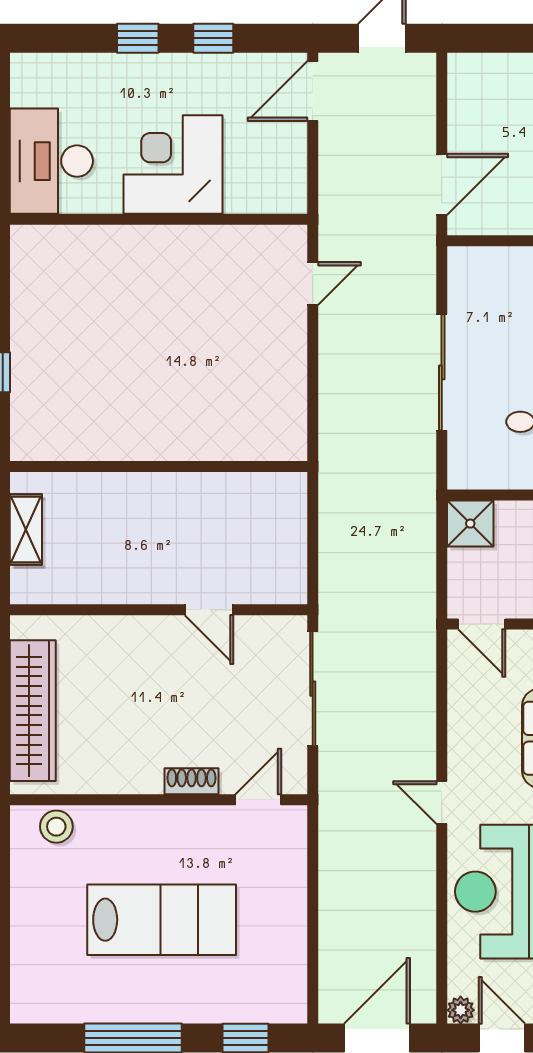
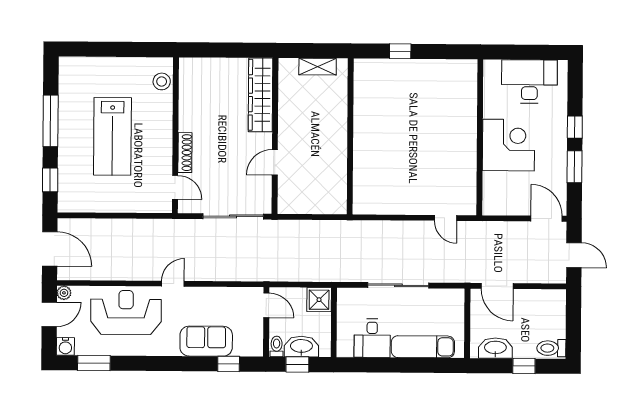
window: (213, 38) -> (575, 167), width x1.50
desk: (51, 161) -> (529, 81), moved
door: (482, 624) -> (266, 305), swing flipped
wardrobe: (33, 711) -> (261, 95), moved, turned 90
shoe rack: (192, 781) -> (185, 153), width x1.43

